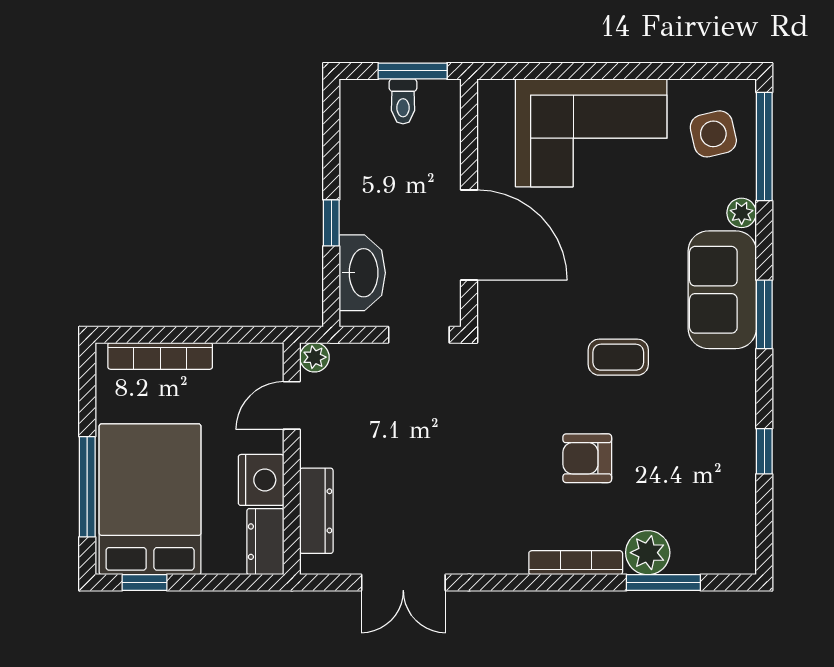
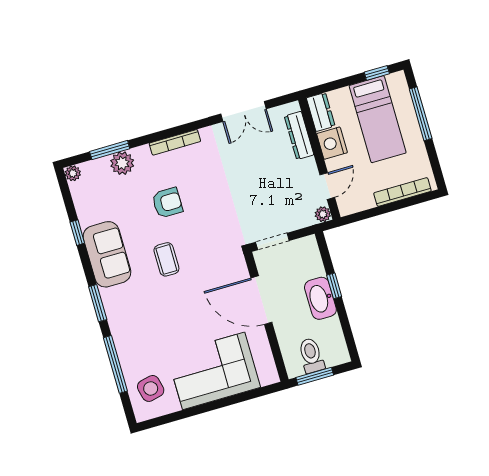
toilet: (403, 101) -> (311, 355), width x1.37, depth x1.39
window: (764, 147) -> (115, 364), moved
plant: (742, 213) -> (73, 173), moved
washbasin: (362, 273) -> (320, 298), moved
sofa: (722, 290) -> (107, 254), moved
coffee table: (618, 357) -> (166, 259), turned 90
bed: (150, 499) -> (378, 119), width x0.67
bookcase: (576, 563) -> (175, 142), moved
double door: (403, 583) -> (244, 111), swing flipped

